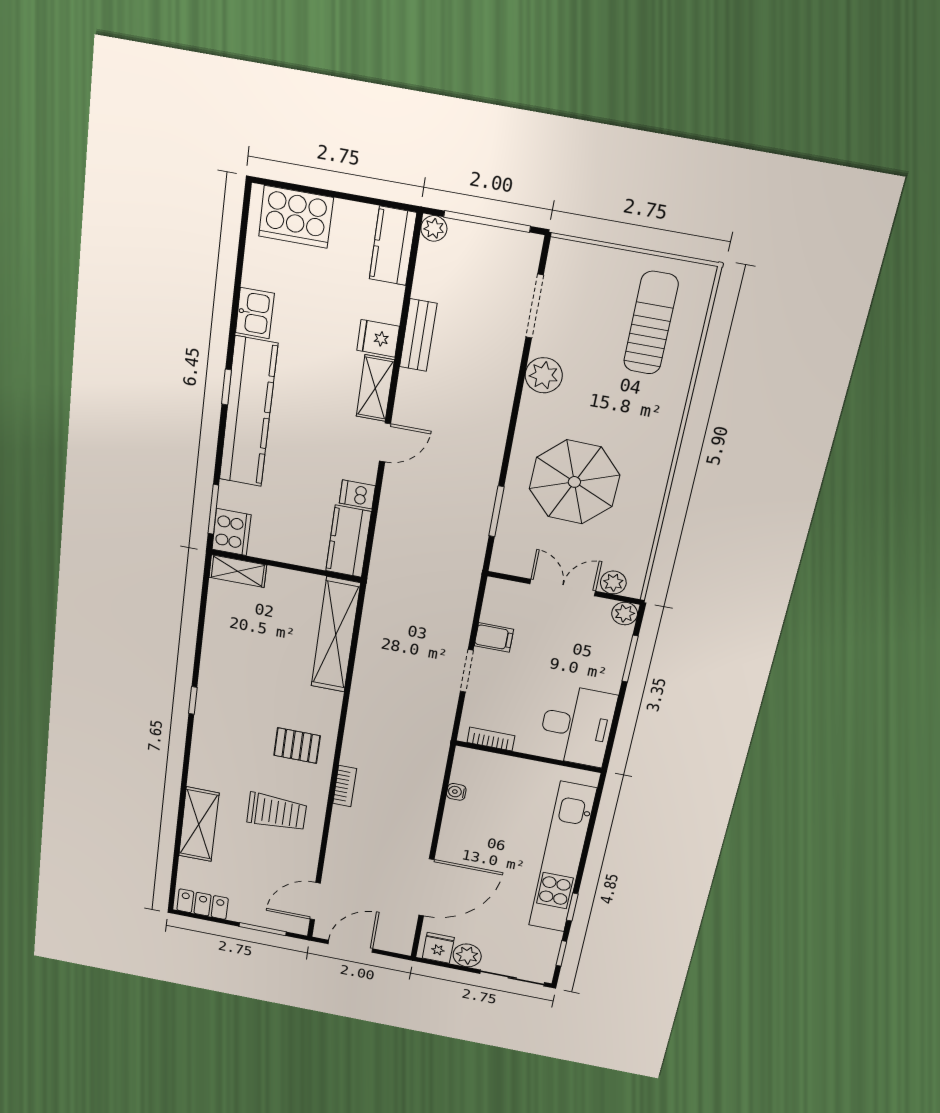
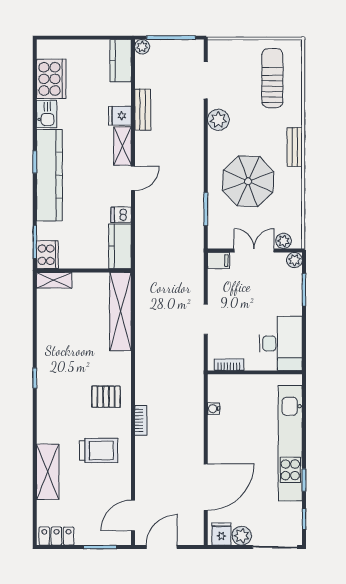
cooker: (296, 217) -> (51, 79), moved, turned -90
bench: (664, 443) -> (295, 147), added
filing cabinet: (494, 637) -> (219, 261), moved

